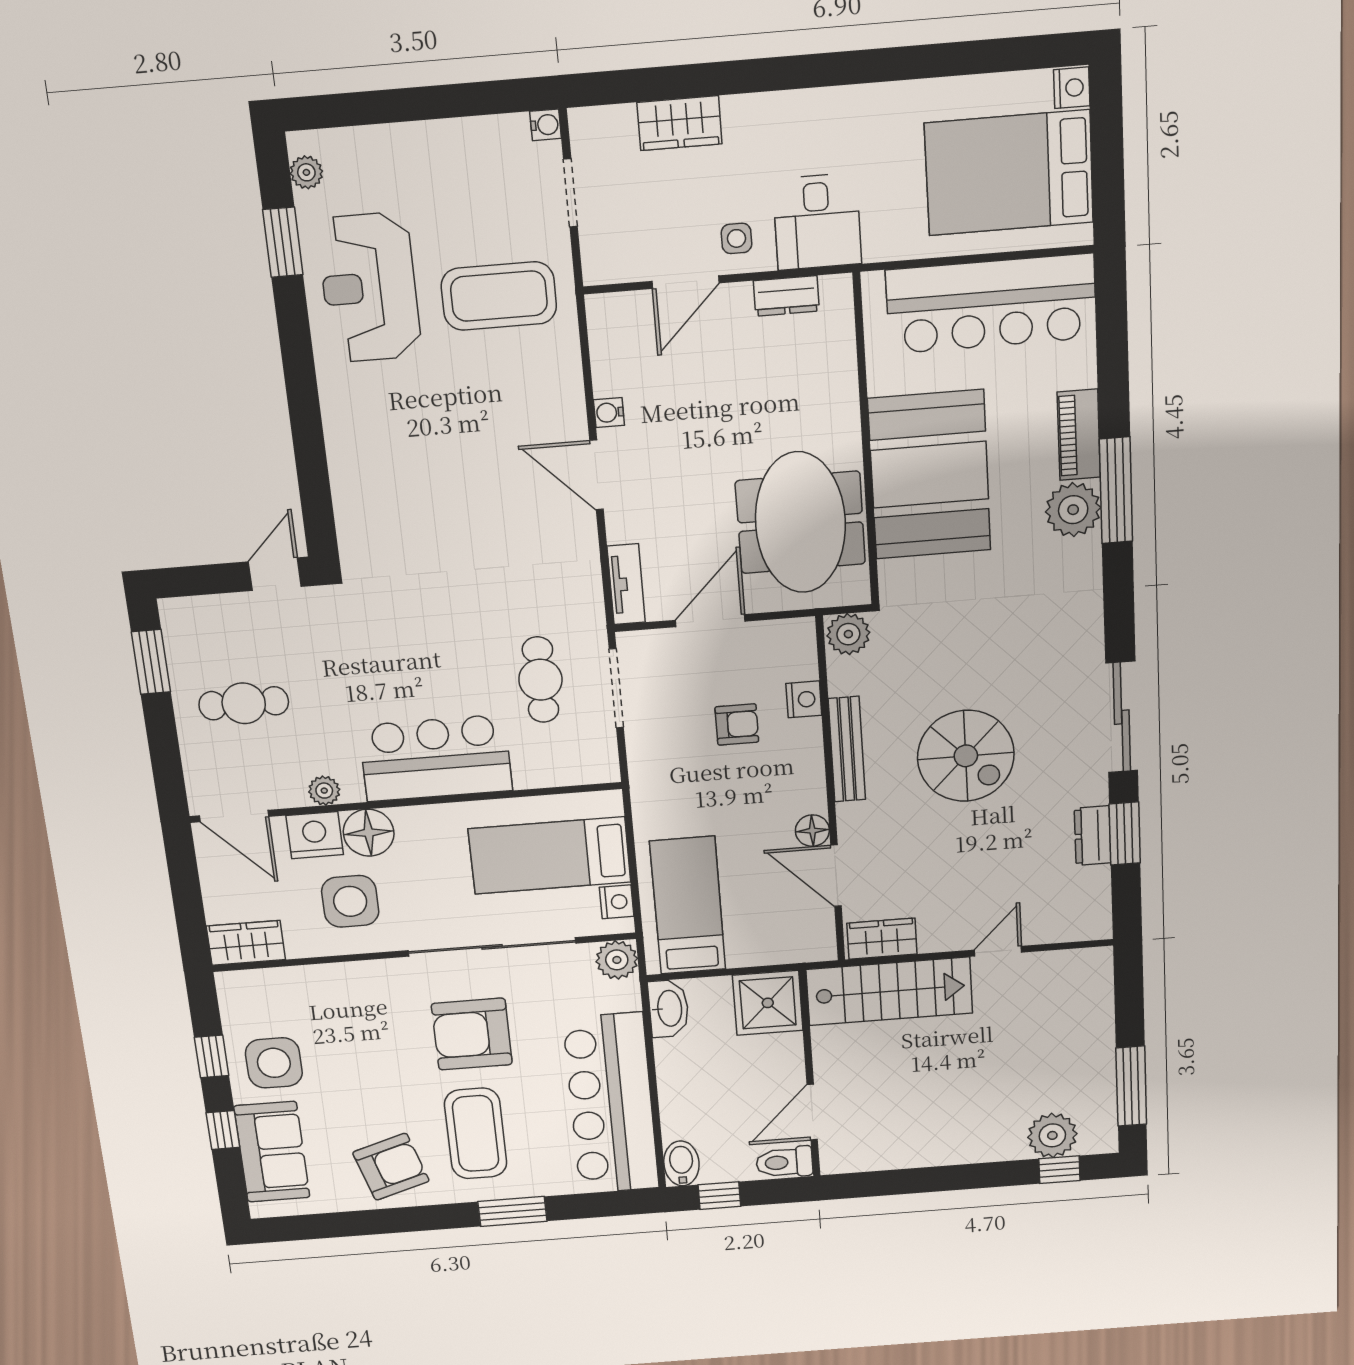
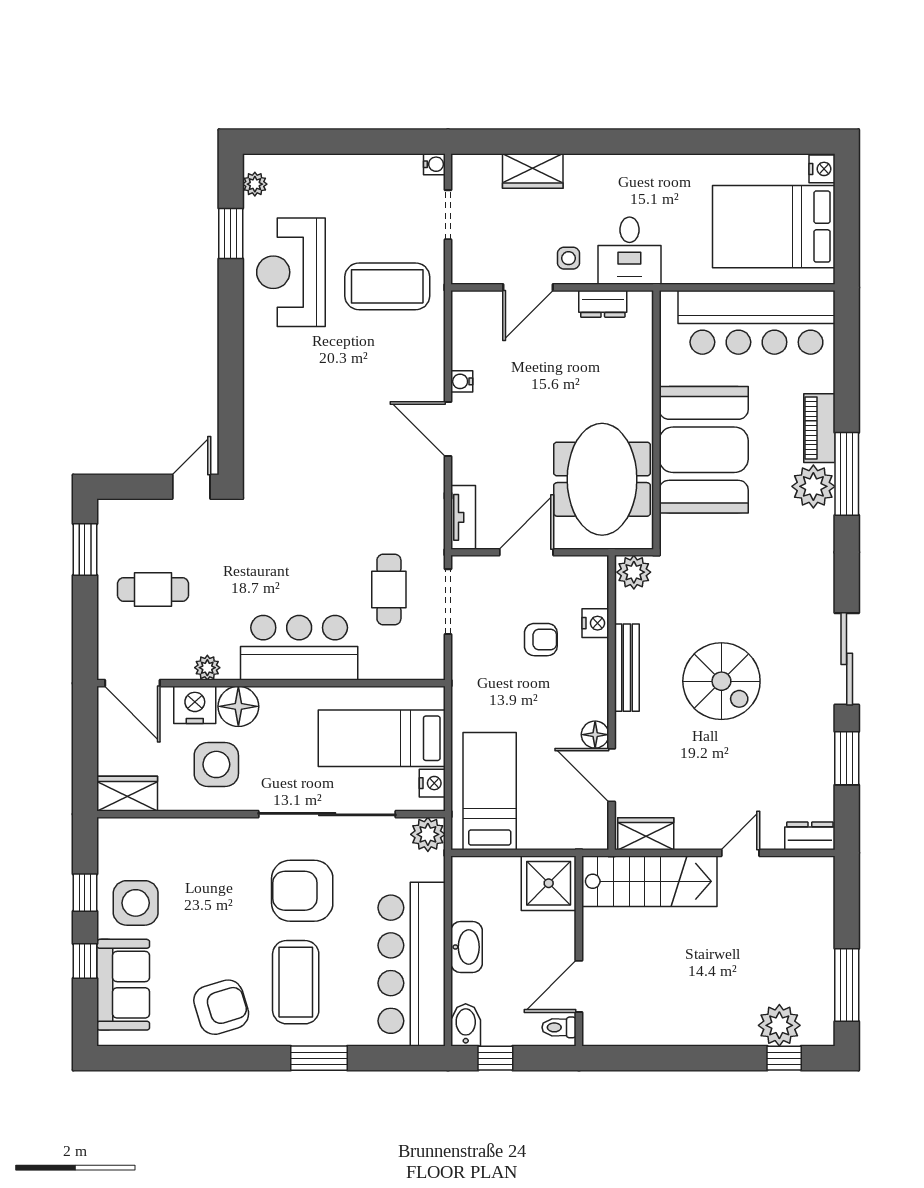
dresser: (1093, 836) -> (810, 836), moved, turned 90
washbasin: (669, 1008) -> (467, 947), moved
toilet: (784, 1162) -> (559, 1027), width x0.73, depth x0.72

